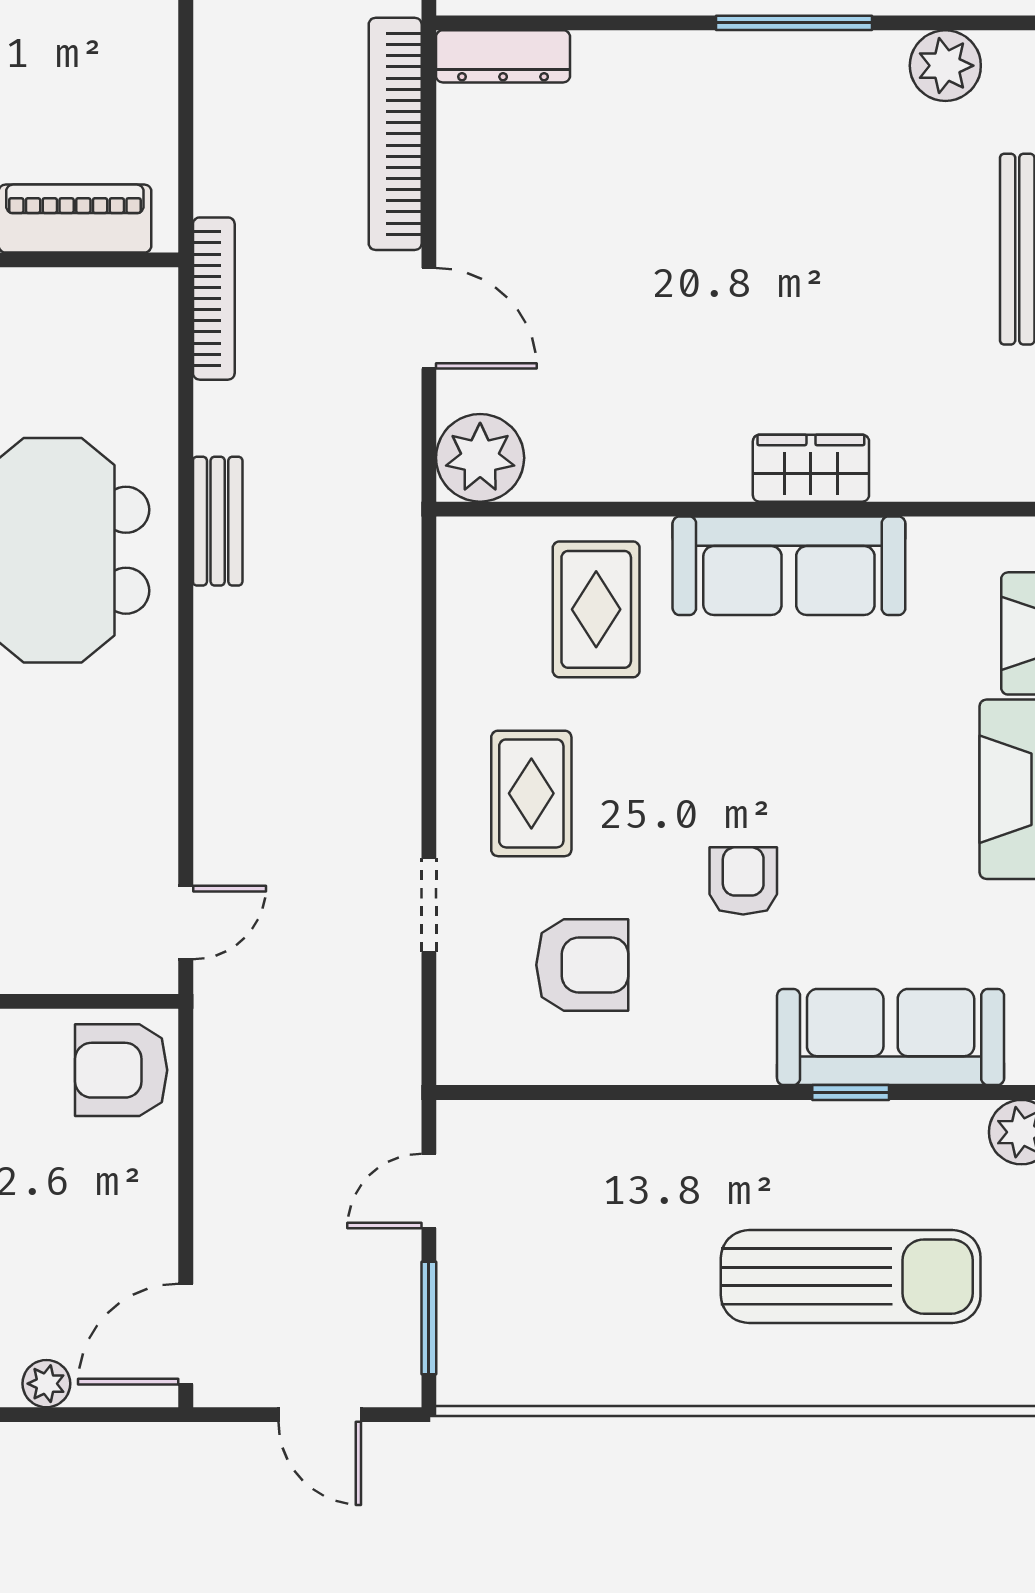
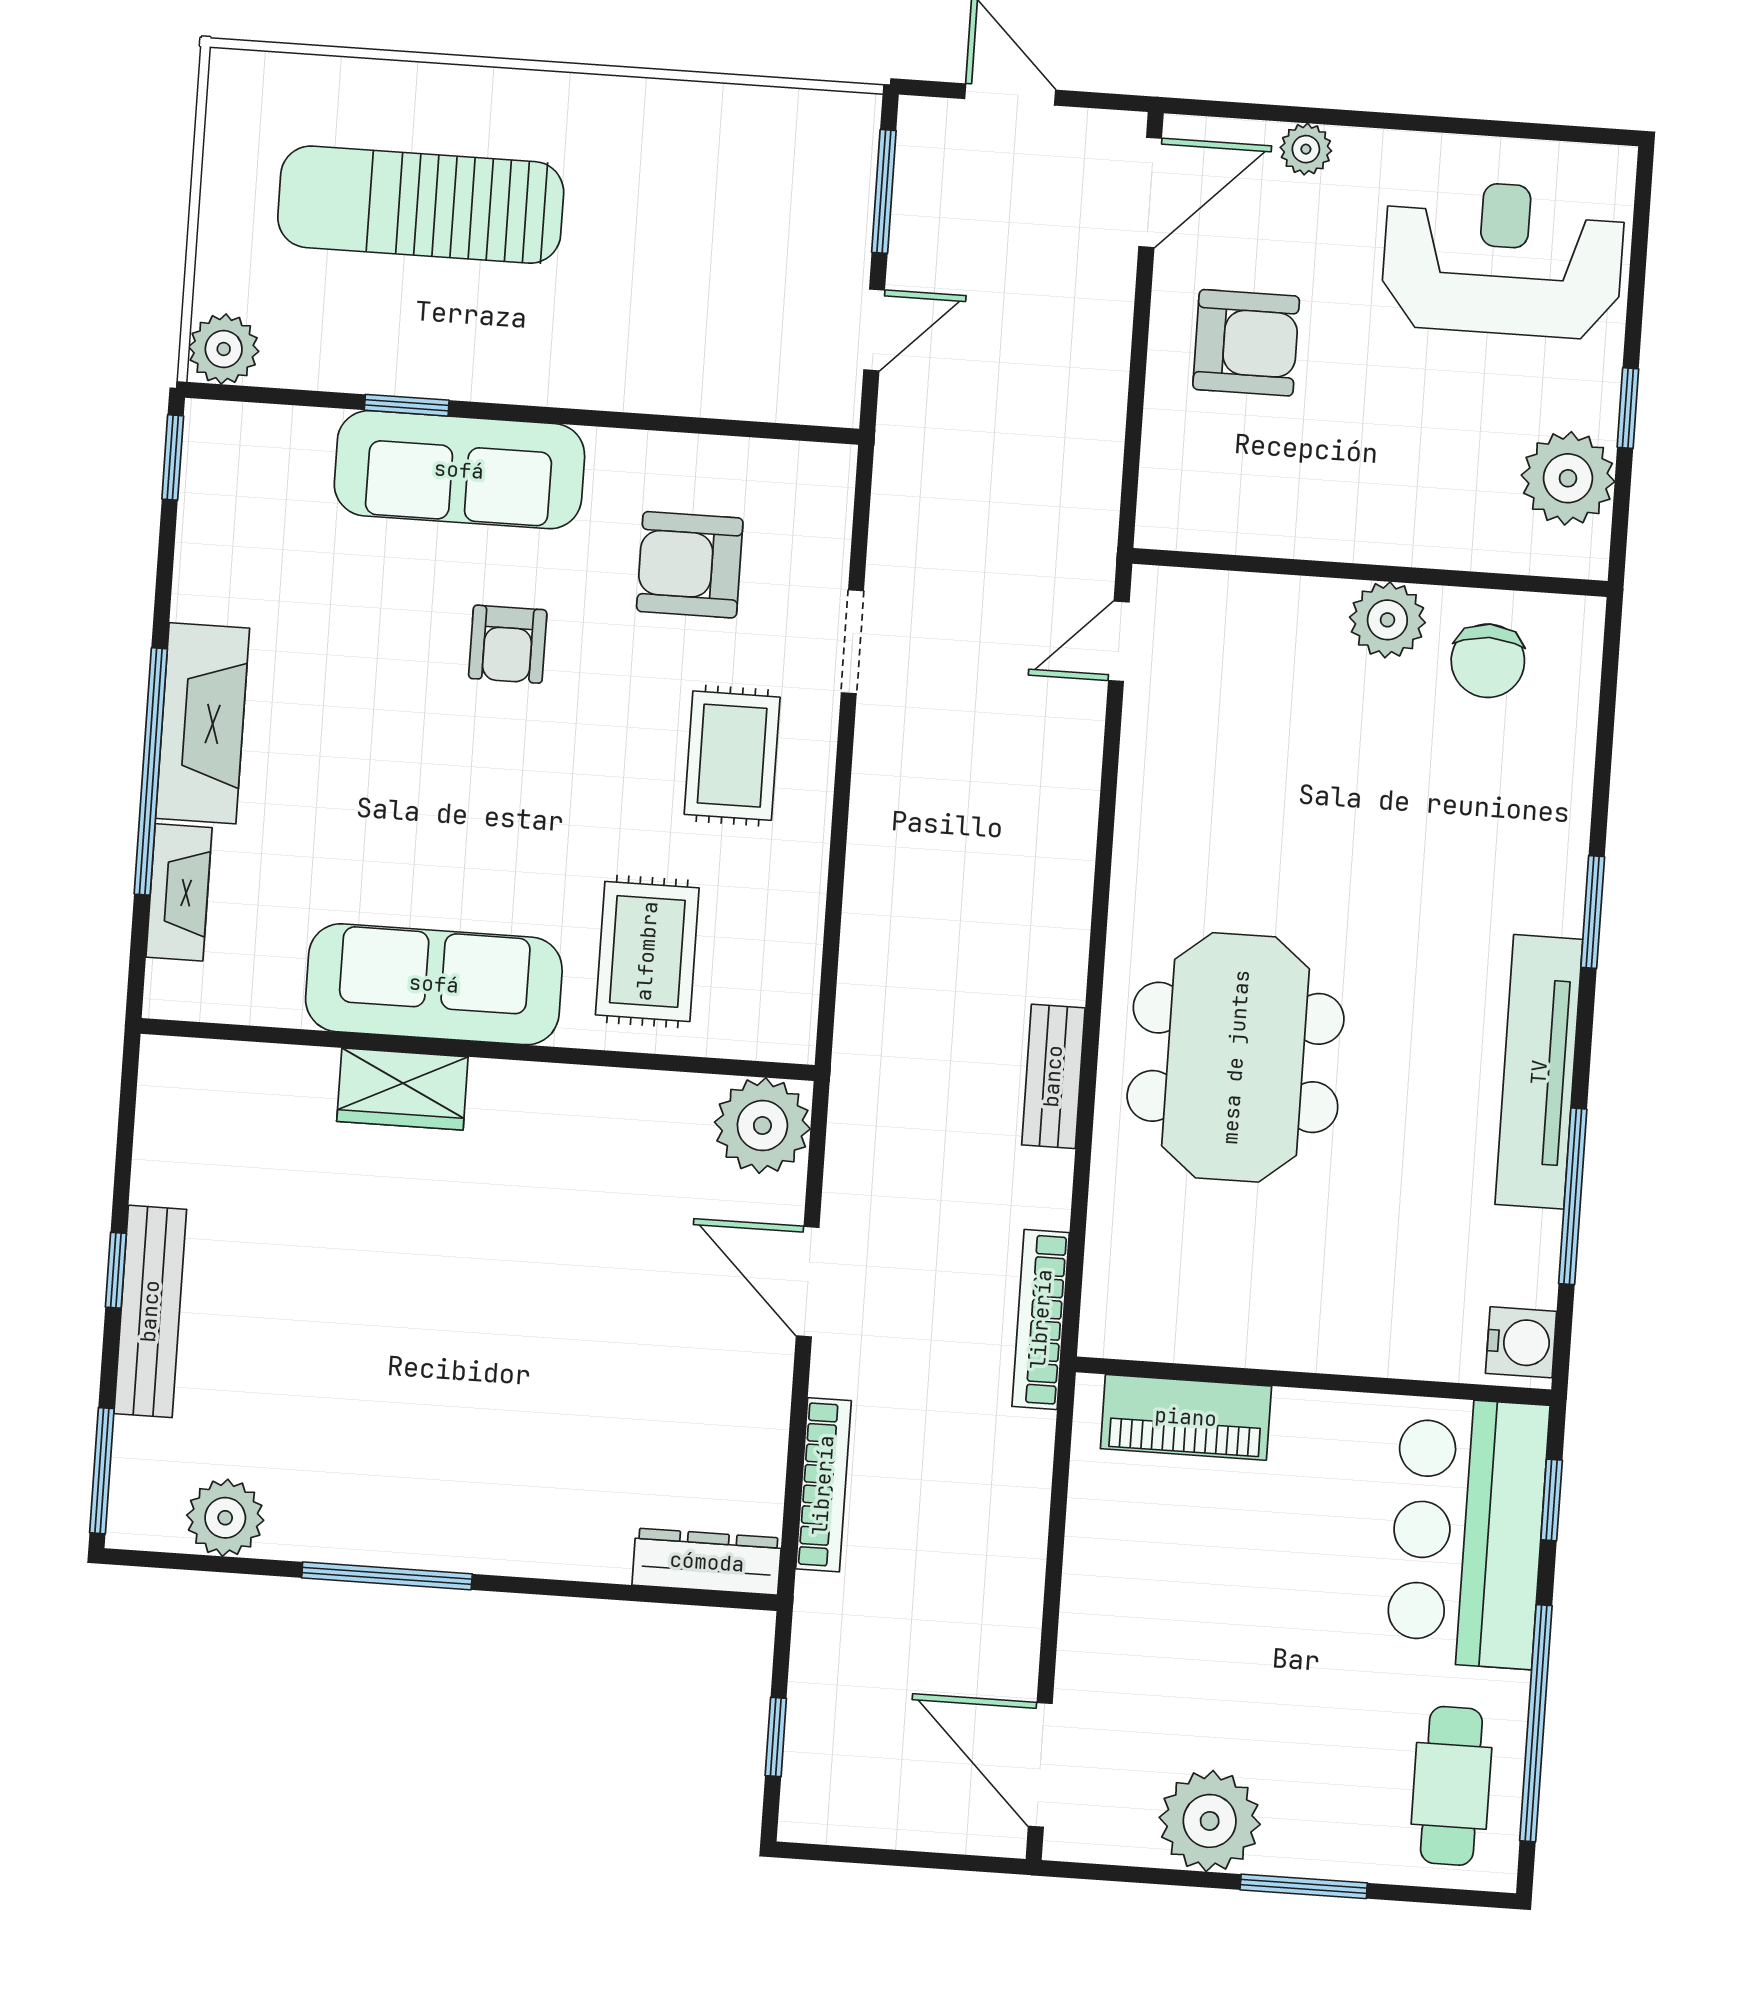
bookcase: (395, 134) -> (823, 1485), width x0.68, depth x0.76
sofa: (891, 1037) -> (459, 470), moved
armchair: (121, 1070) -> (1246, 343), moved

